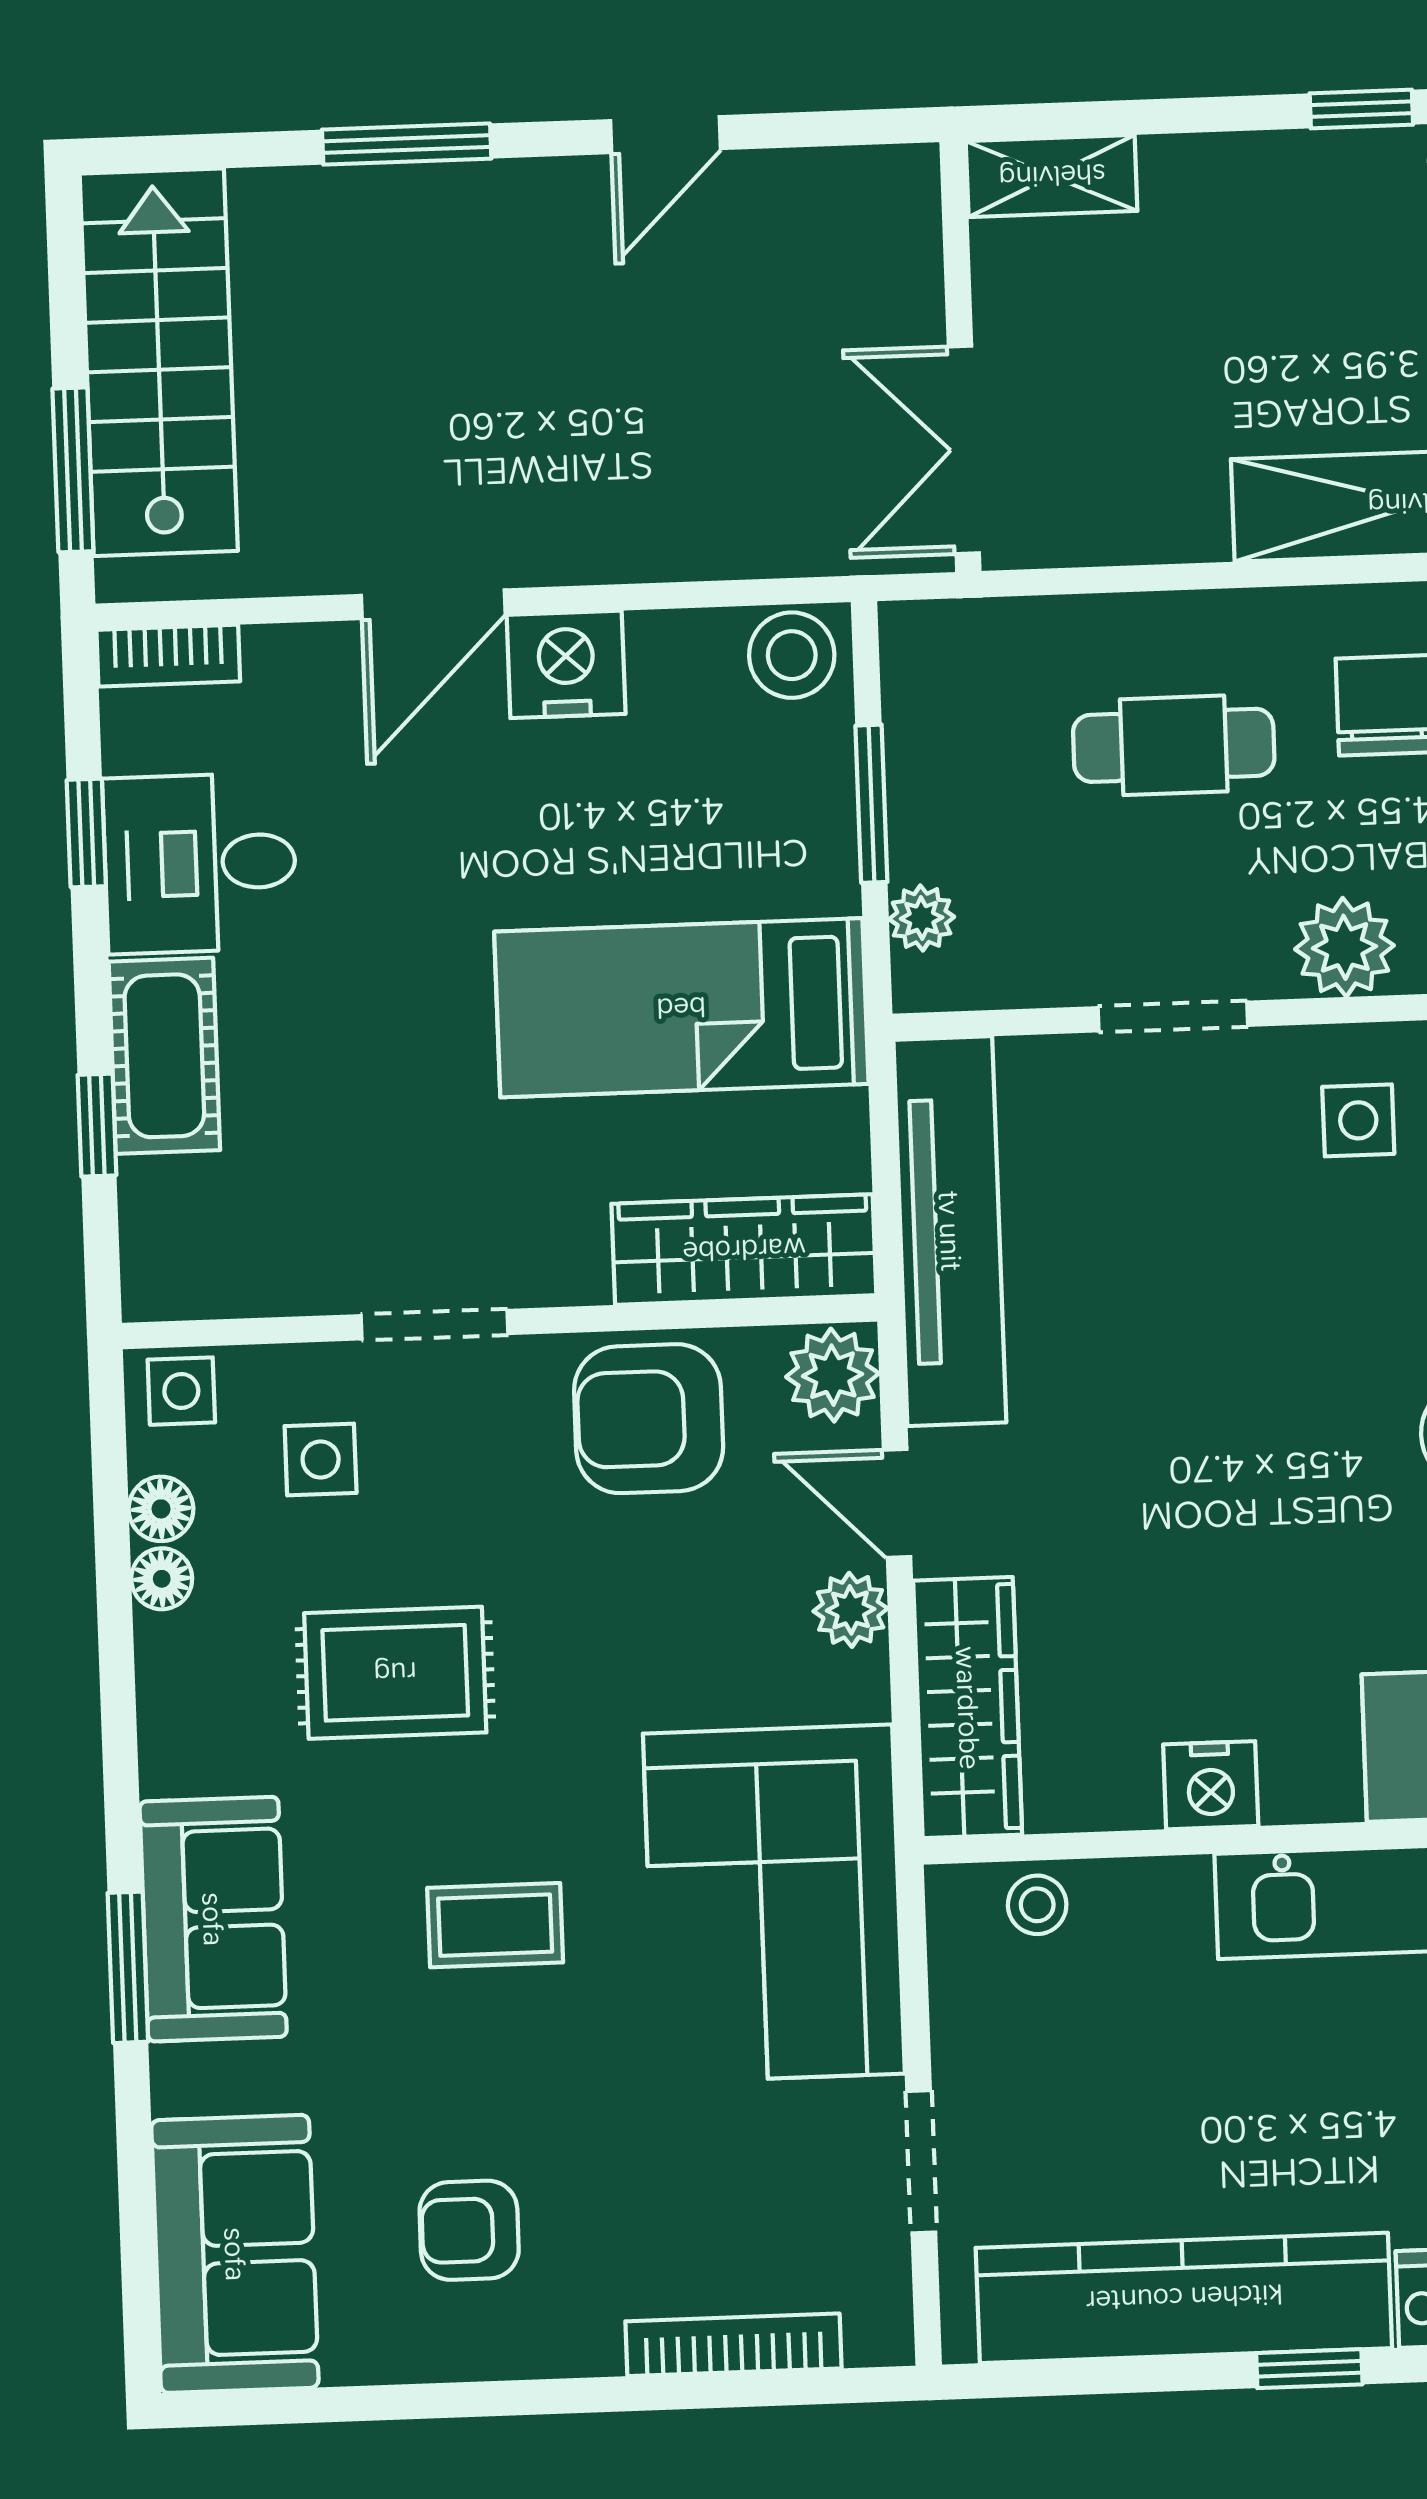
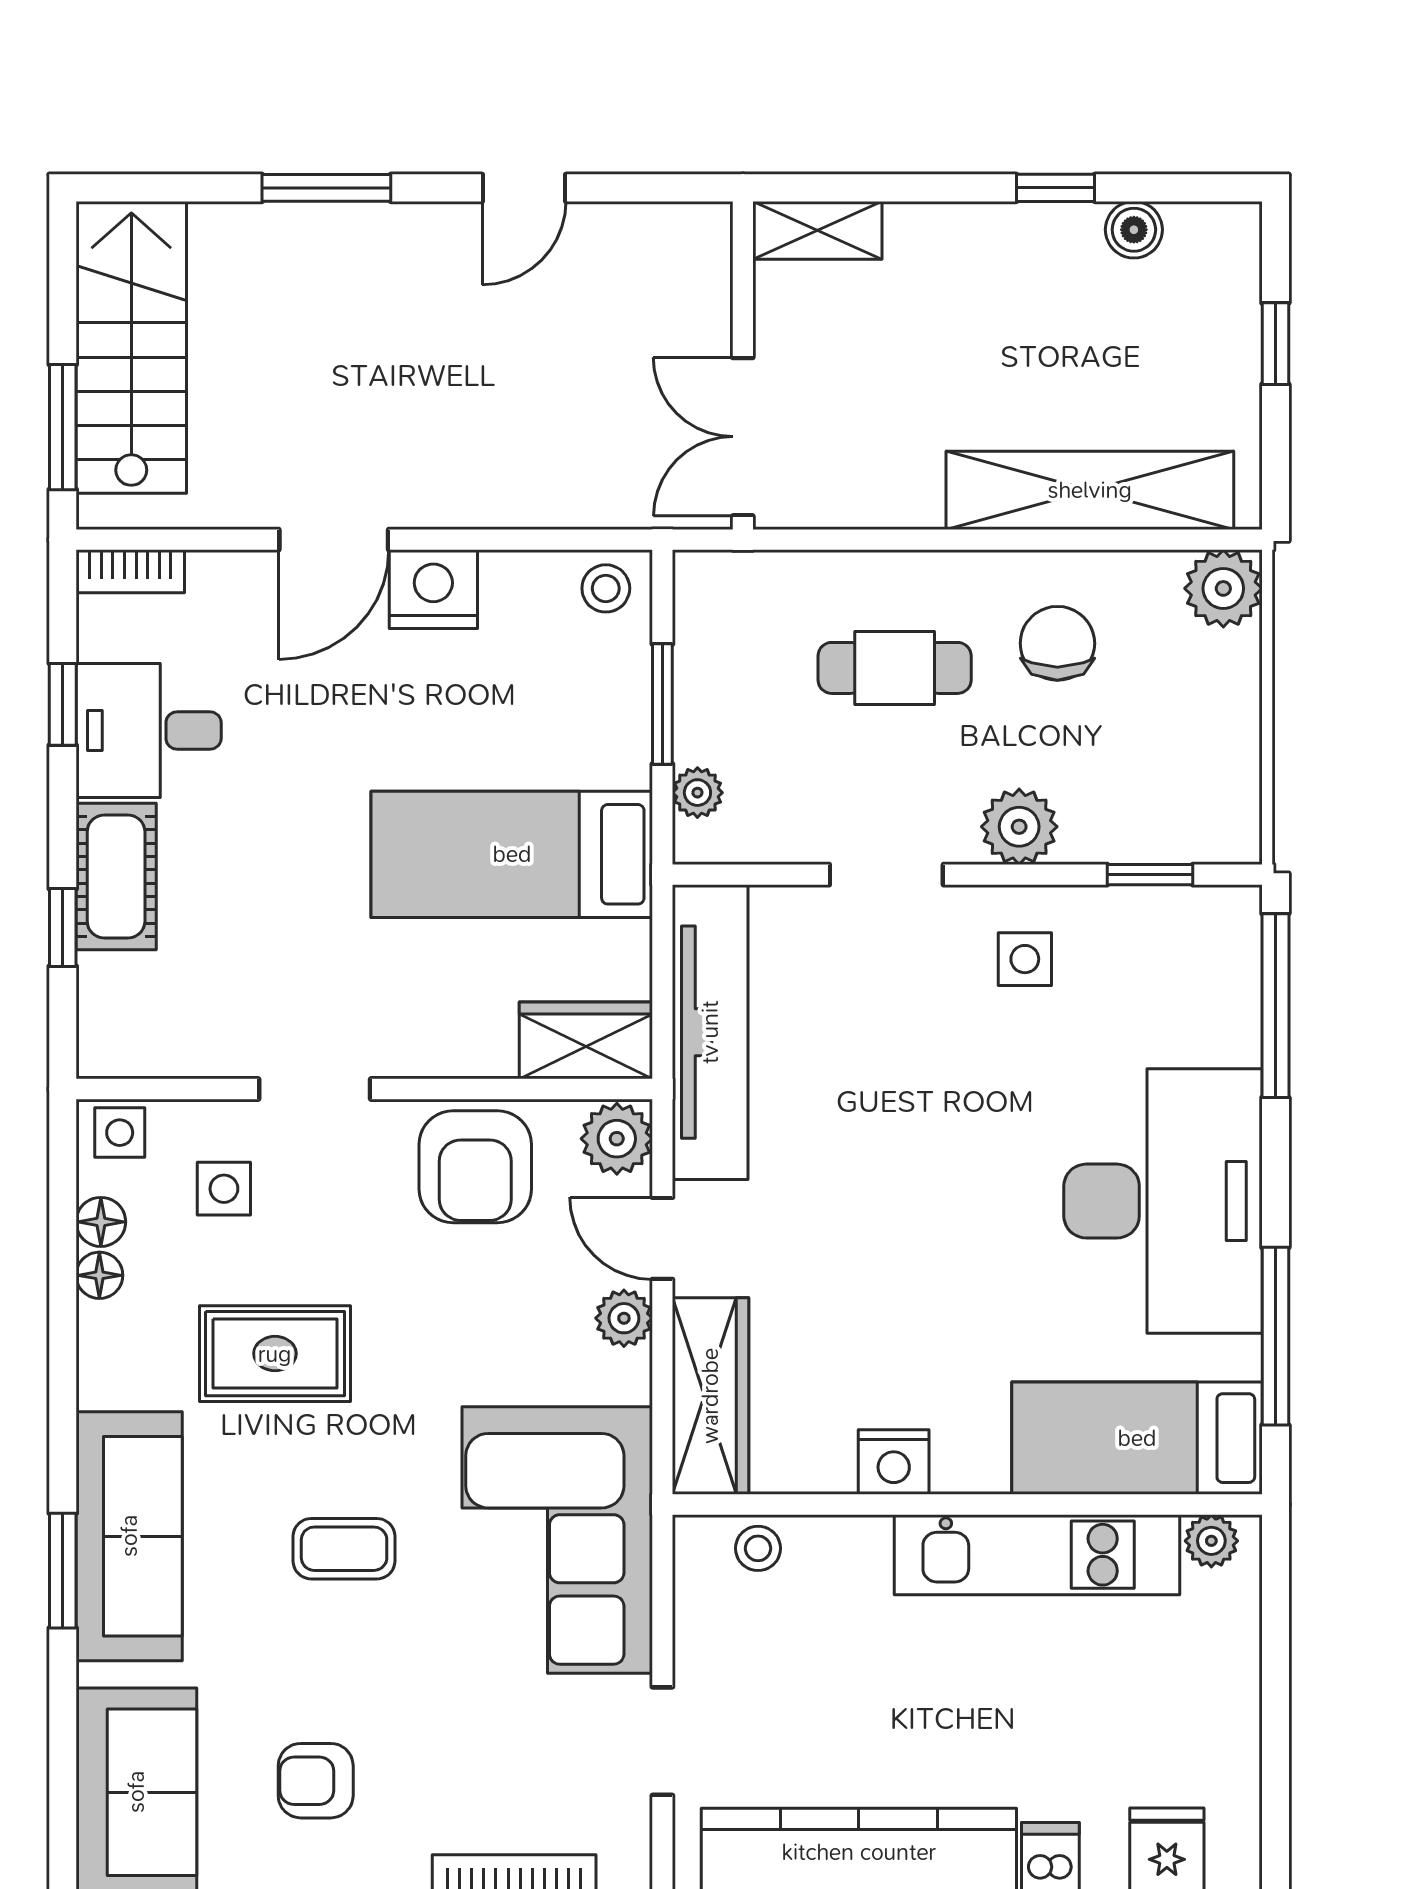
stool: (792, 655) -> (606, 588), width x0.73, depth x0.73
wardrobe: (744, 1250) -> (586, 1040), width x0.67
armchair: (649, 1419) -> (475, 1167), turned -90
sofa: (213, 1919) -> (129, 1536), width x1.36

